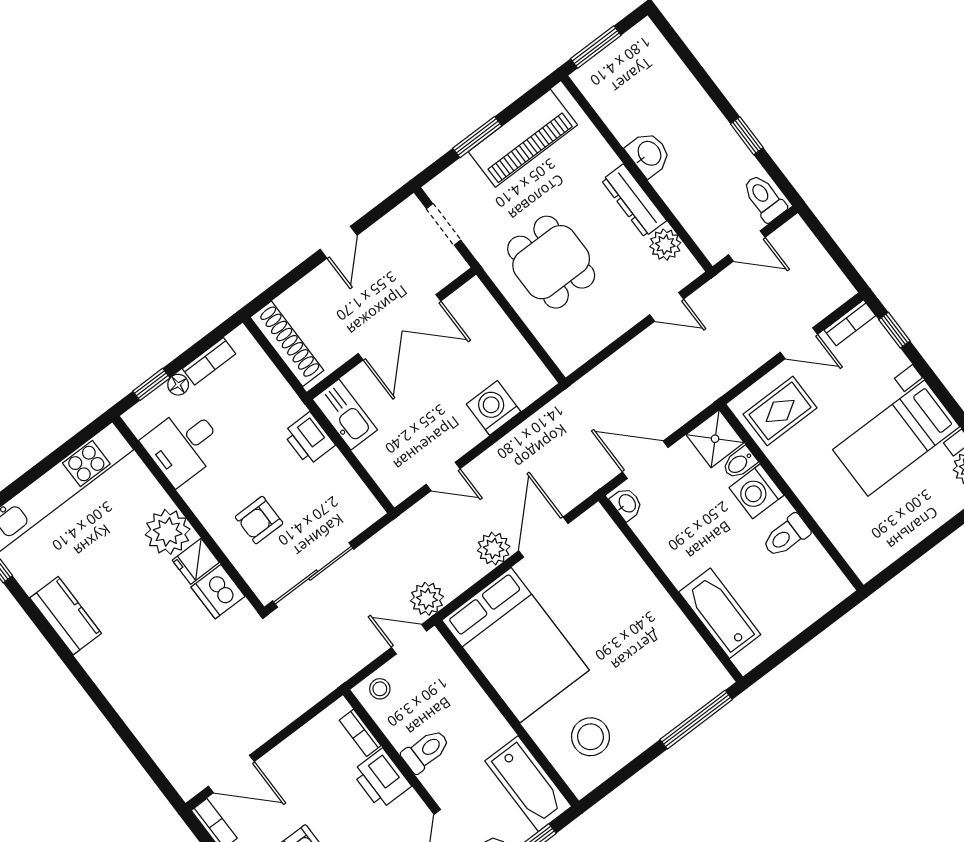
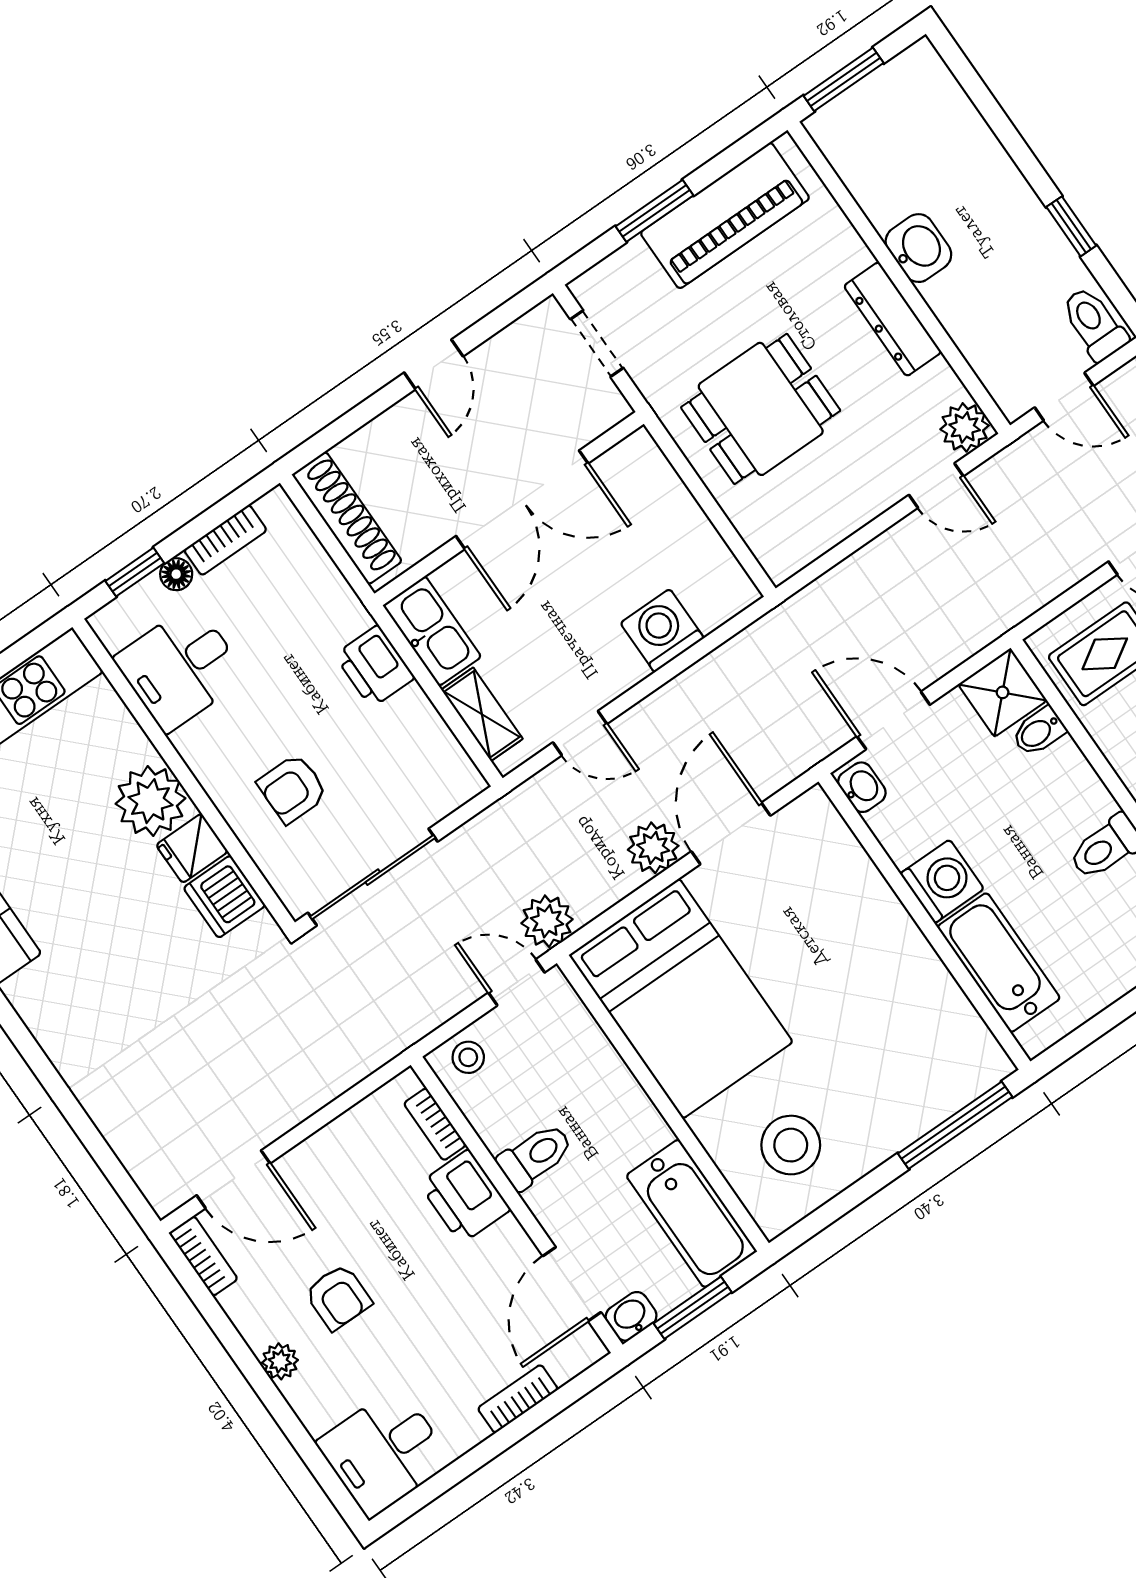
plant: (665, 245) -> (965, 427), moved
dining table: (551, 262) -> (761, 409), turned 90
shelving: (379, 467) -> (482, 714), added
washing machine: (756, 491) -> (942, 881), moved, turned 180

